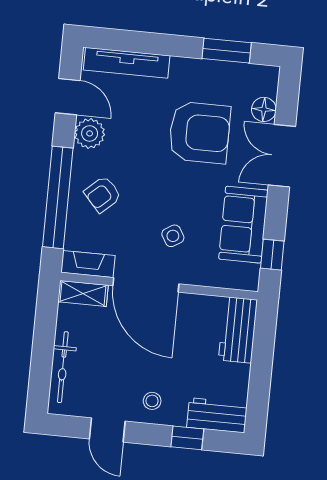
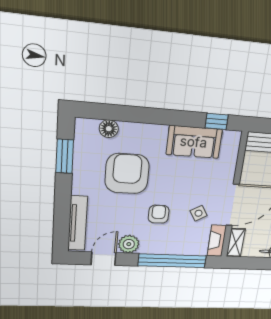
double door: (282, 156) -> (144, 115), removed
armchair: (103, 194) -> (159, 214), moved, turned -138
side table: (173, 236) -> (199, 213), moved

